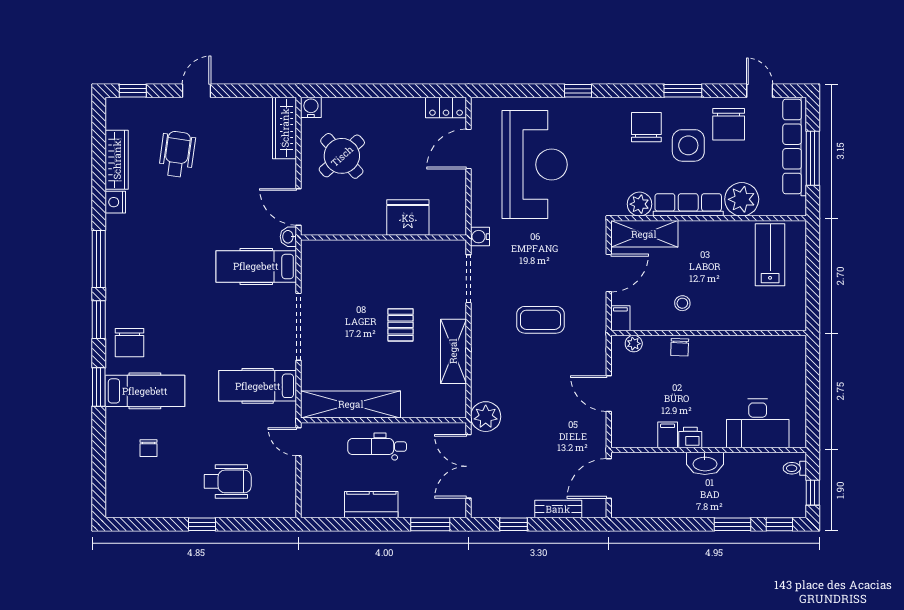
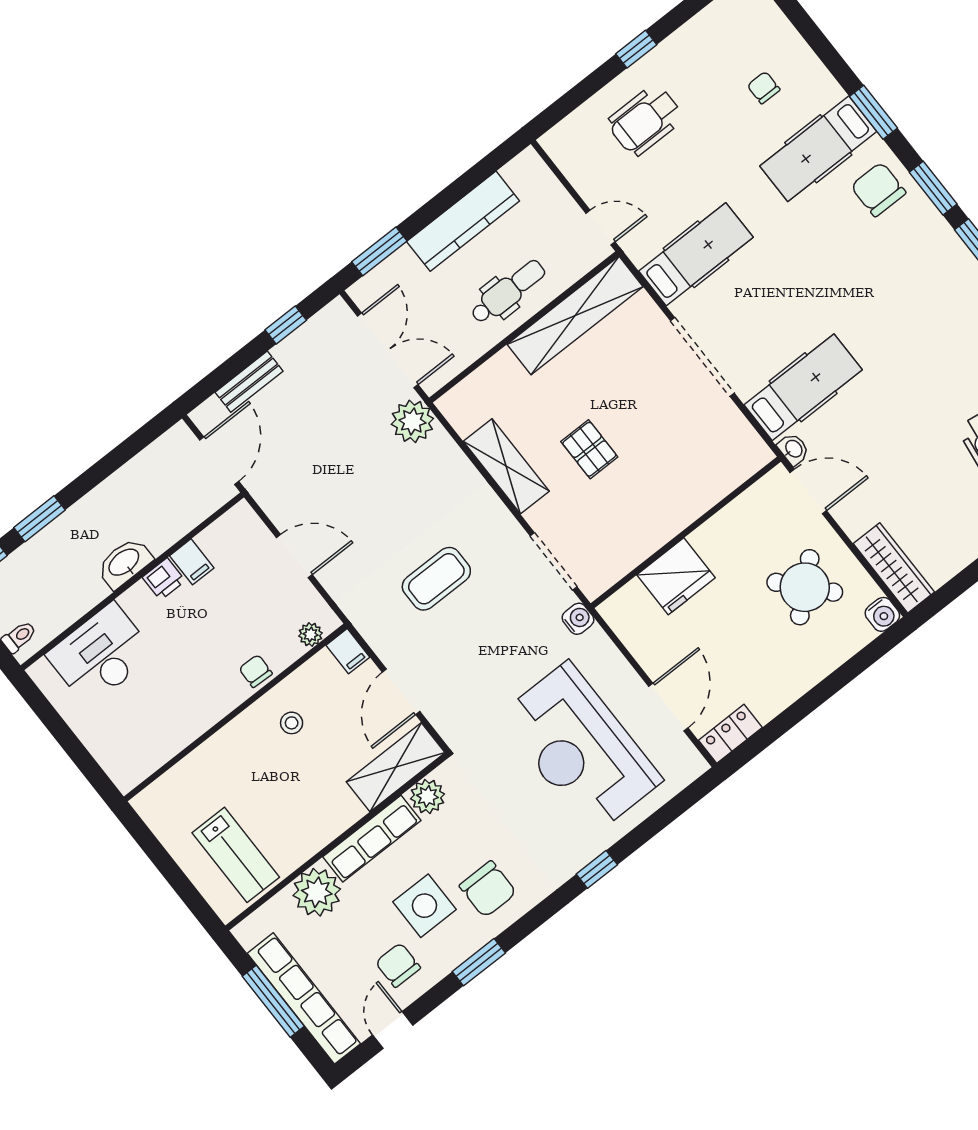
door: (760, 91) -> (393, 1030), swing flipped
chair: (729, 124) -> (398, 965), width x0.73, depth x0.73
kitchen counter: (371, 505) -> (463, 221), width x1.50

